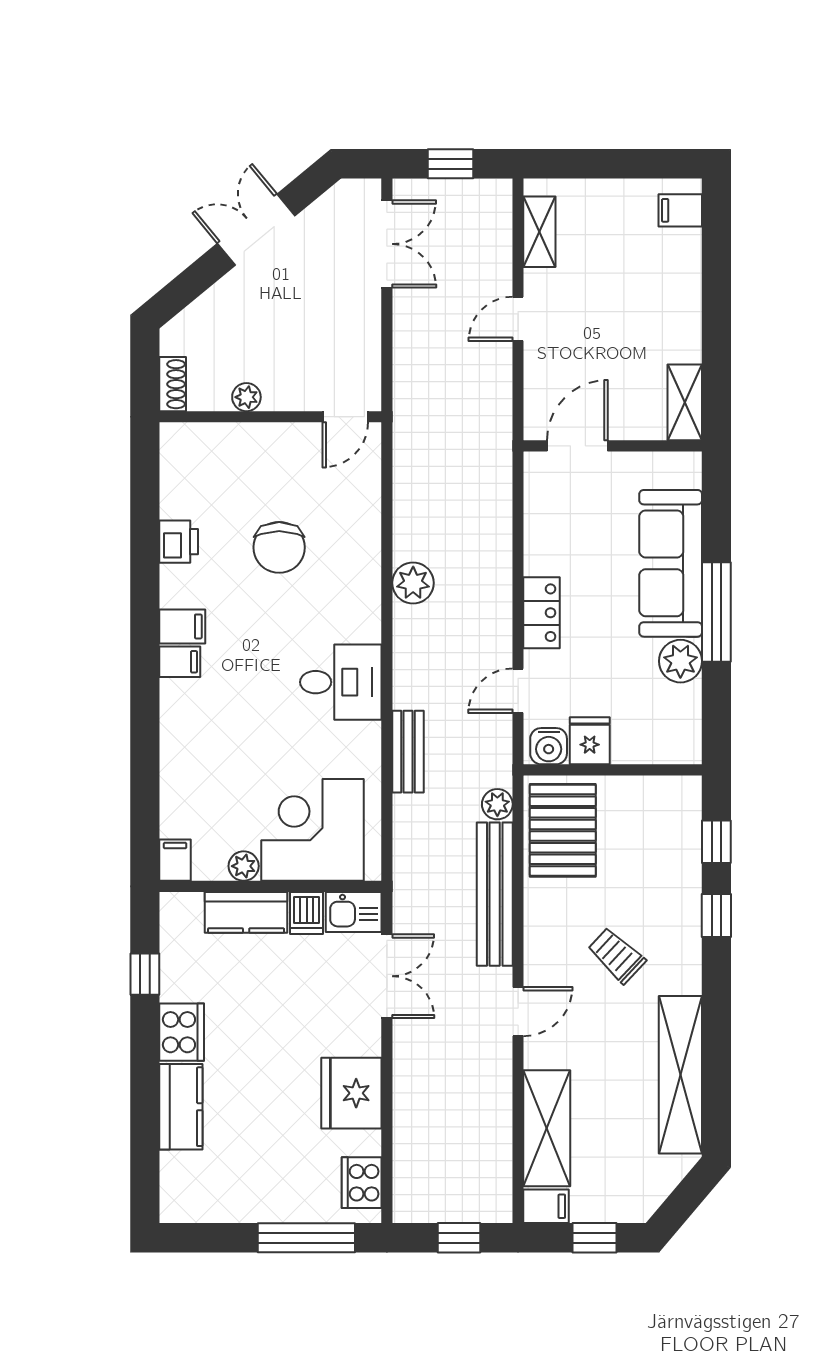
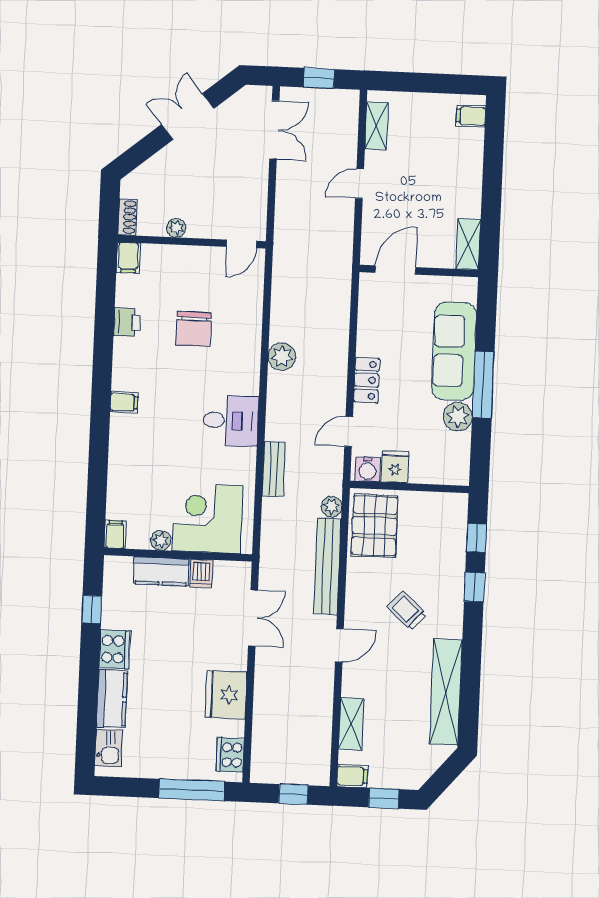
filing cabinet: (182, 626) -> (128, 258), moved, turned 90
kitchen sink: (354, 912) -> (109, 748), moved, turned -90
shelving: (547, 1128) -> (351, 724), width x0.67, depth x0.75

